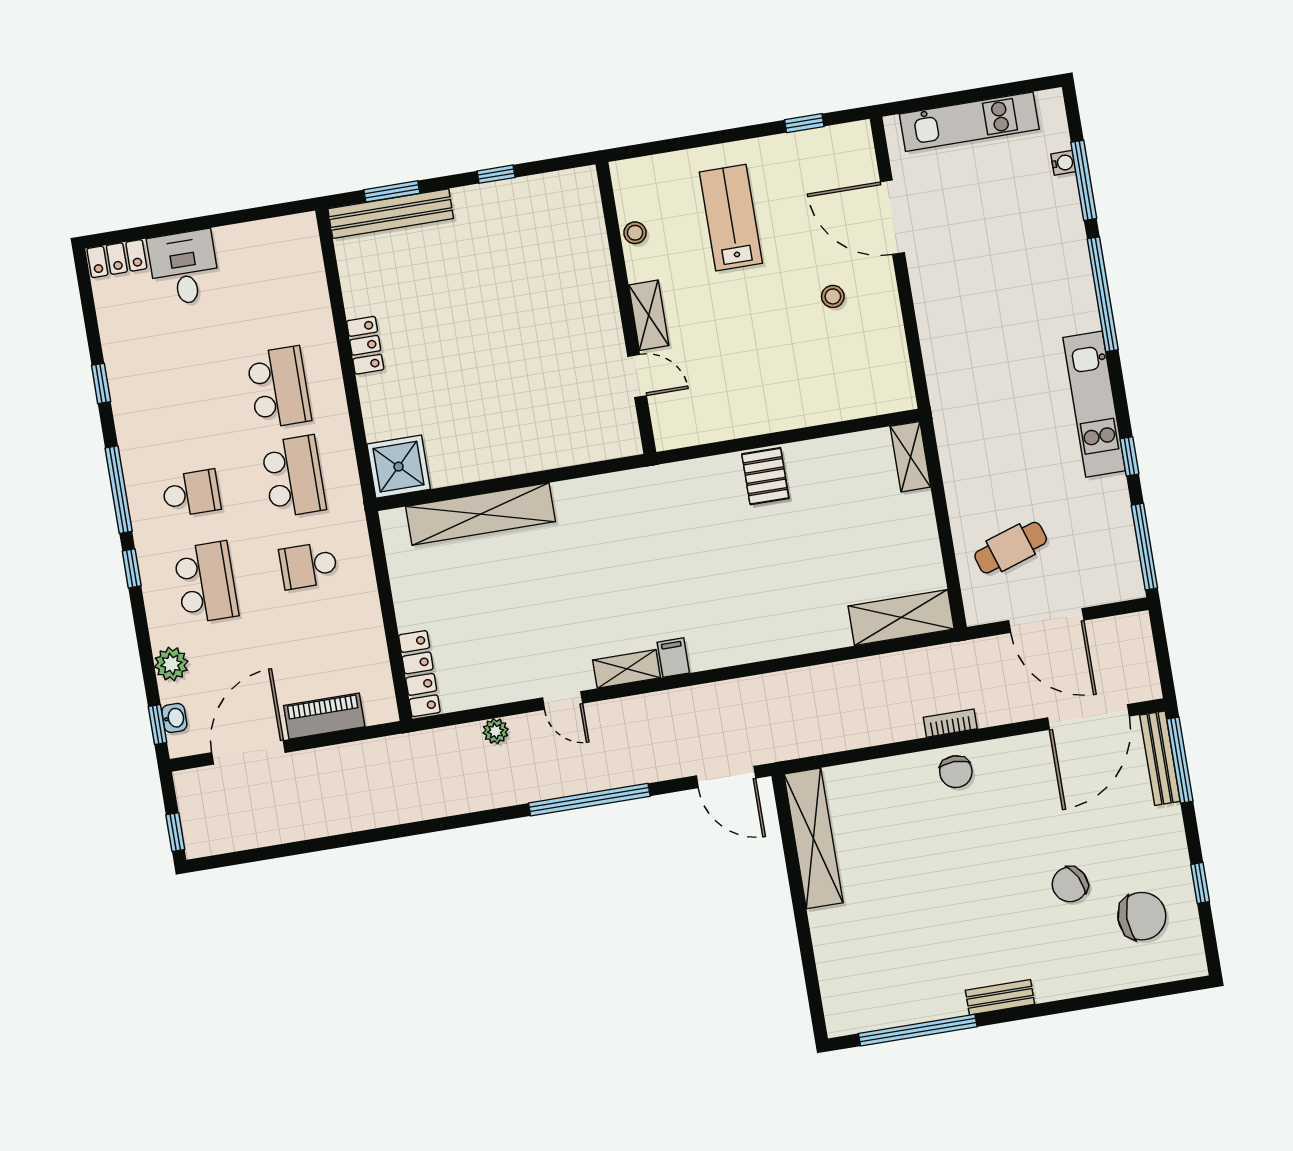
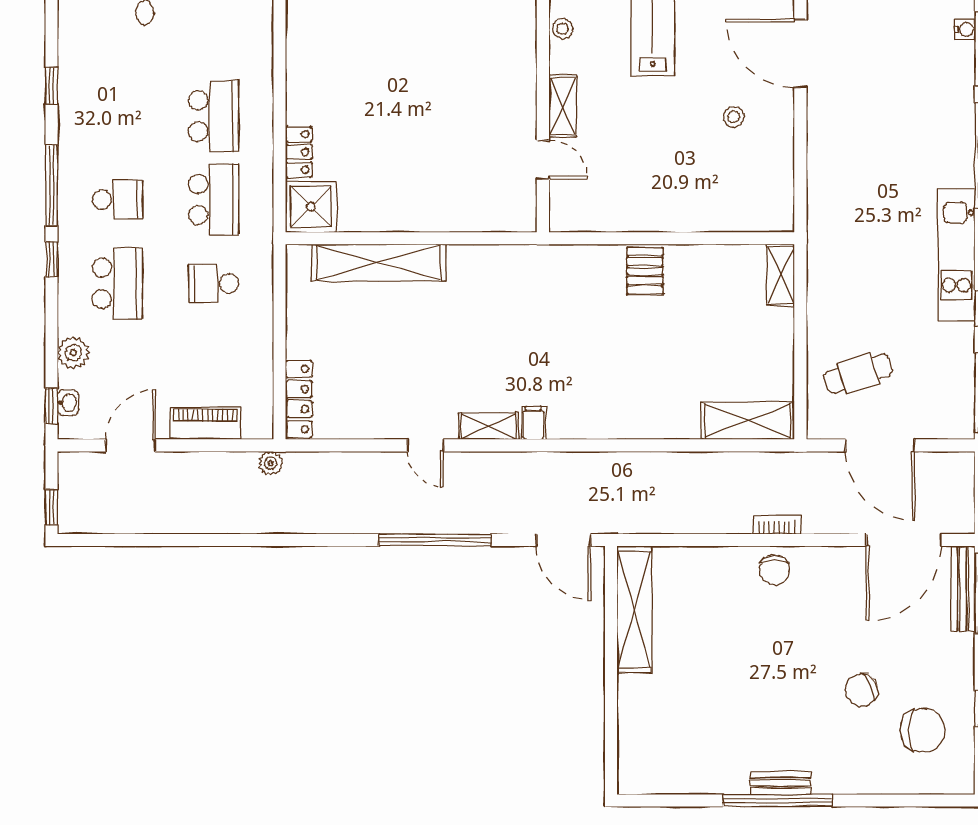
locker: (365, 345) -> (299, 152), moved
plant: (496, 731) -> (271, 463), moved
door: (249, 752) -> (131, 445), width x0.73
window: (918, 1030) -> (778, 800), moved

